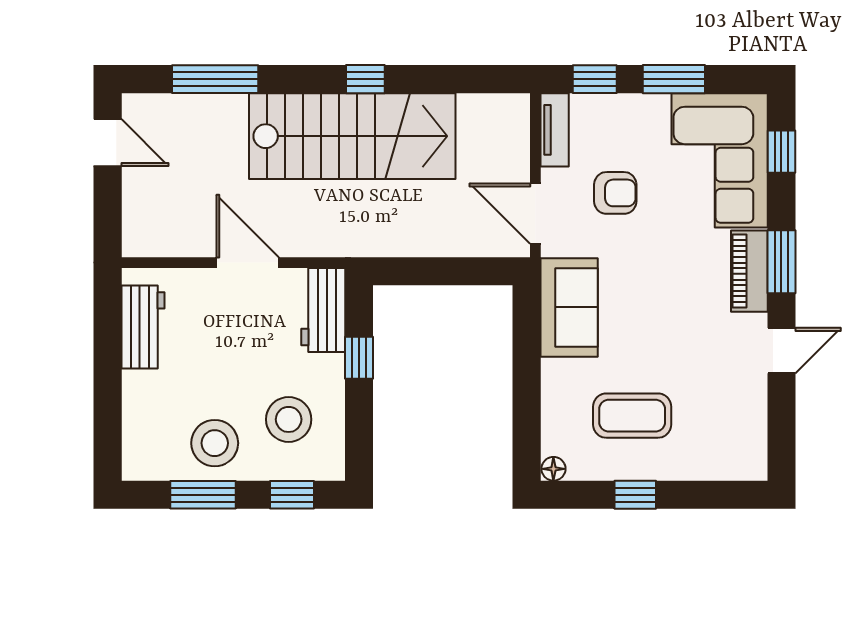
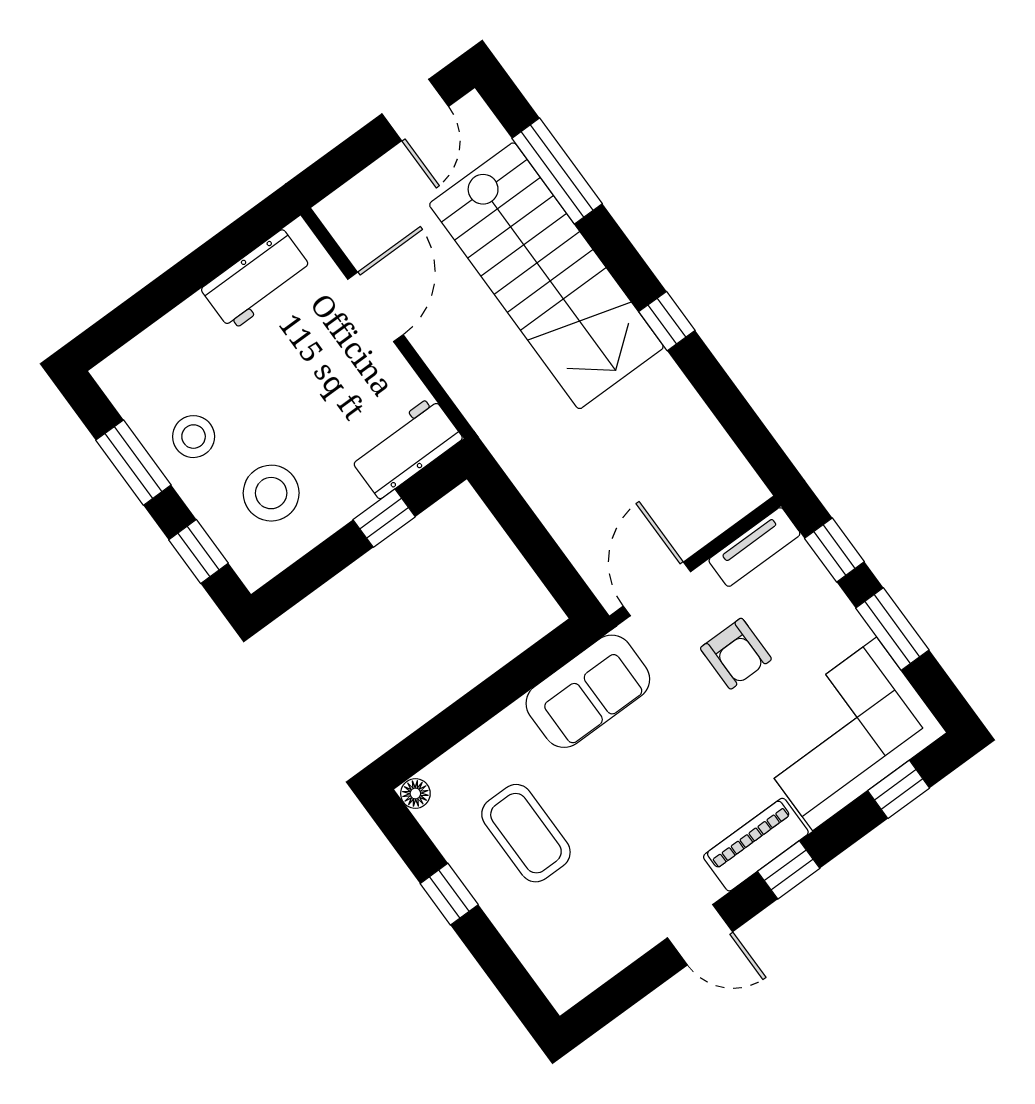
stairs: (352, 136) -> (546, 276), moved
window: (781, 262) -> (789, 870), width x0.67
door: (248, 263) -> (376, 307), moved
stool: (215, 443) -> (194, 437), width x0.73, depth x0.73

